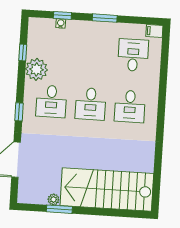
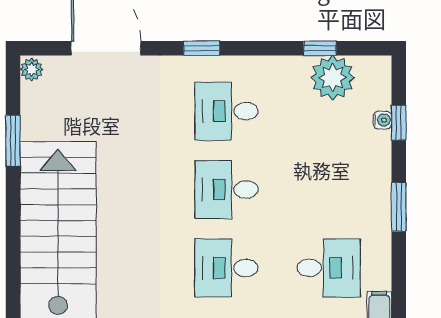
plant: (36, 69) -> (333, 78), moved
plant: (53, 199) -> (32, 69), moved

